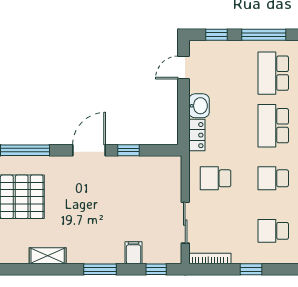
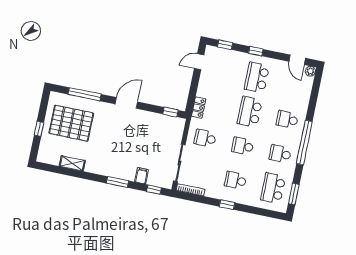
window: (264, 35) -> (256, 51), width x0.46
washbasin: (199, 106) -> (204, 89), removed
window: (128, 150) -> (170, 112), moved
sliding door: (185, 223) -> (179, 163), width x1.37
shelving: (48, 256) -> (72, 163), moved
window: (251, 269) -> (227, 205), moved

